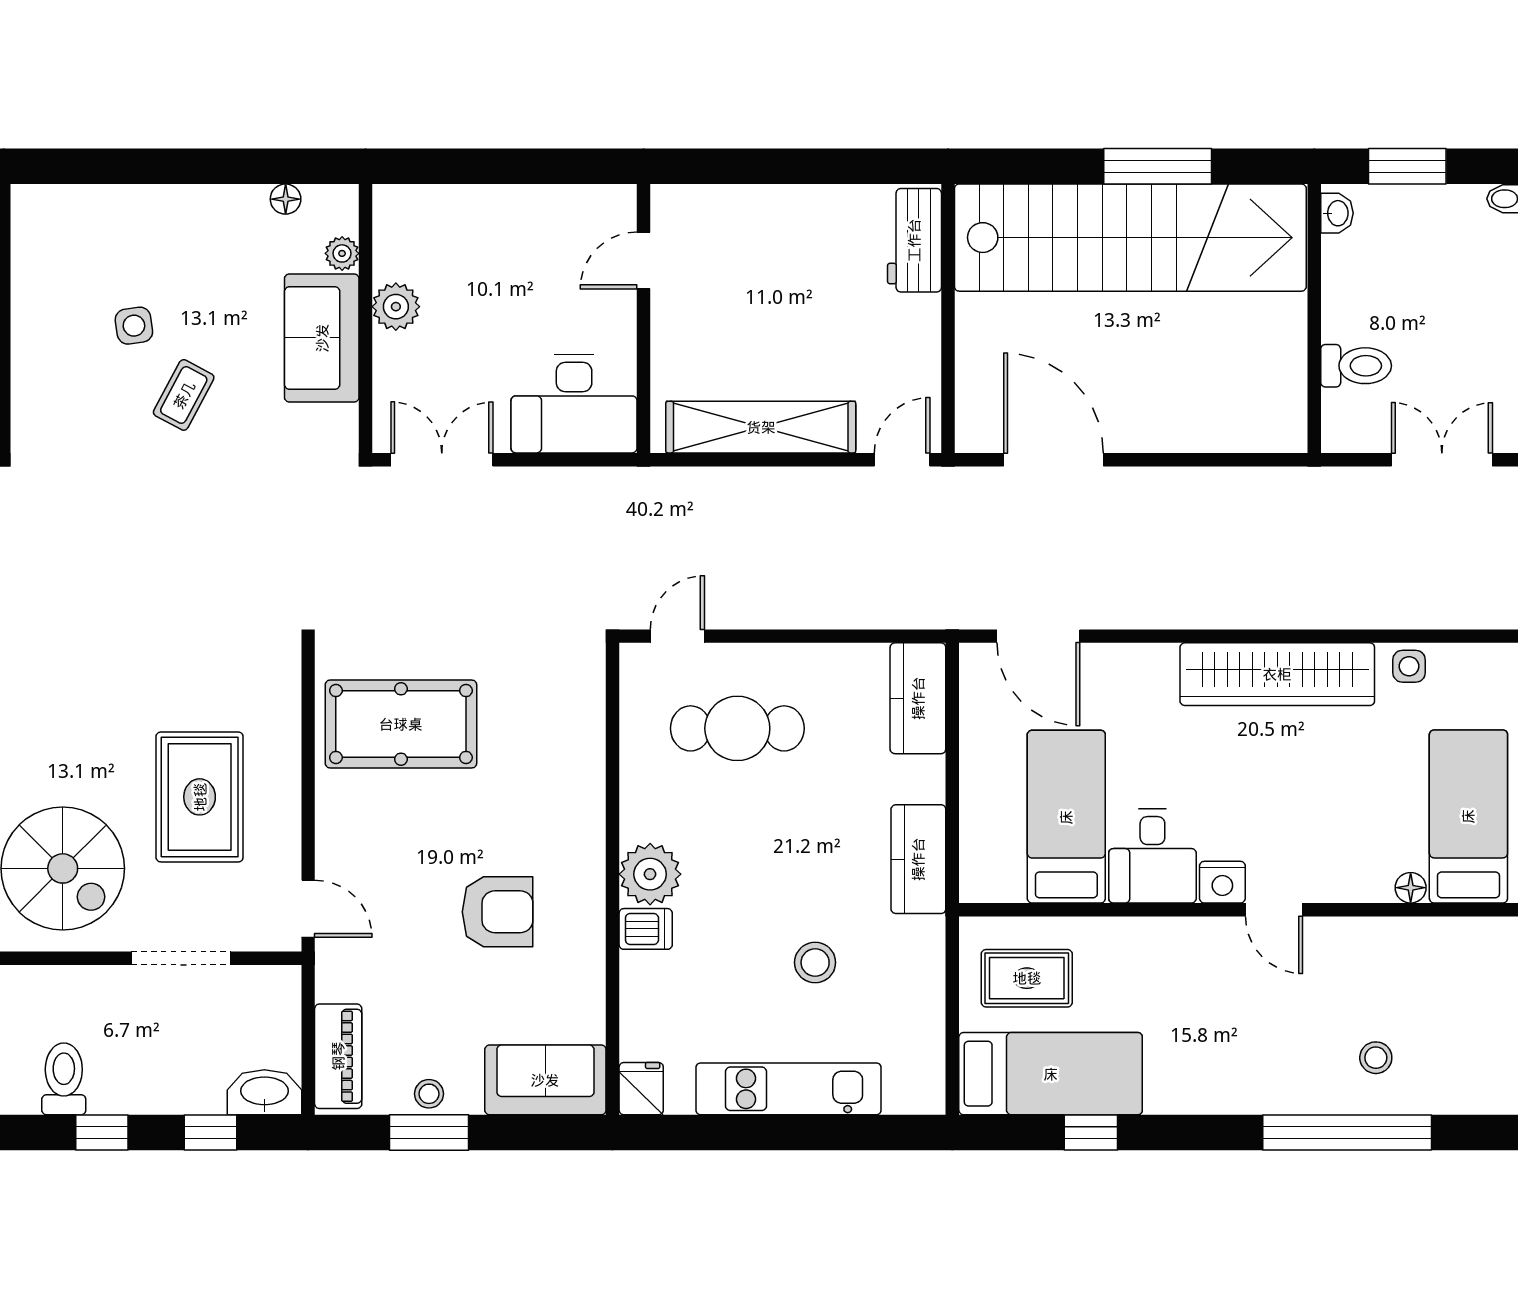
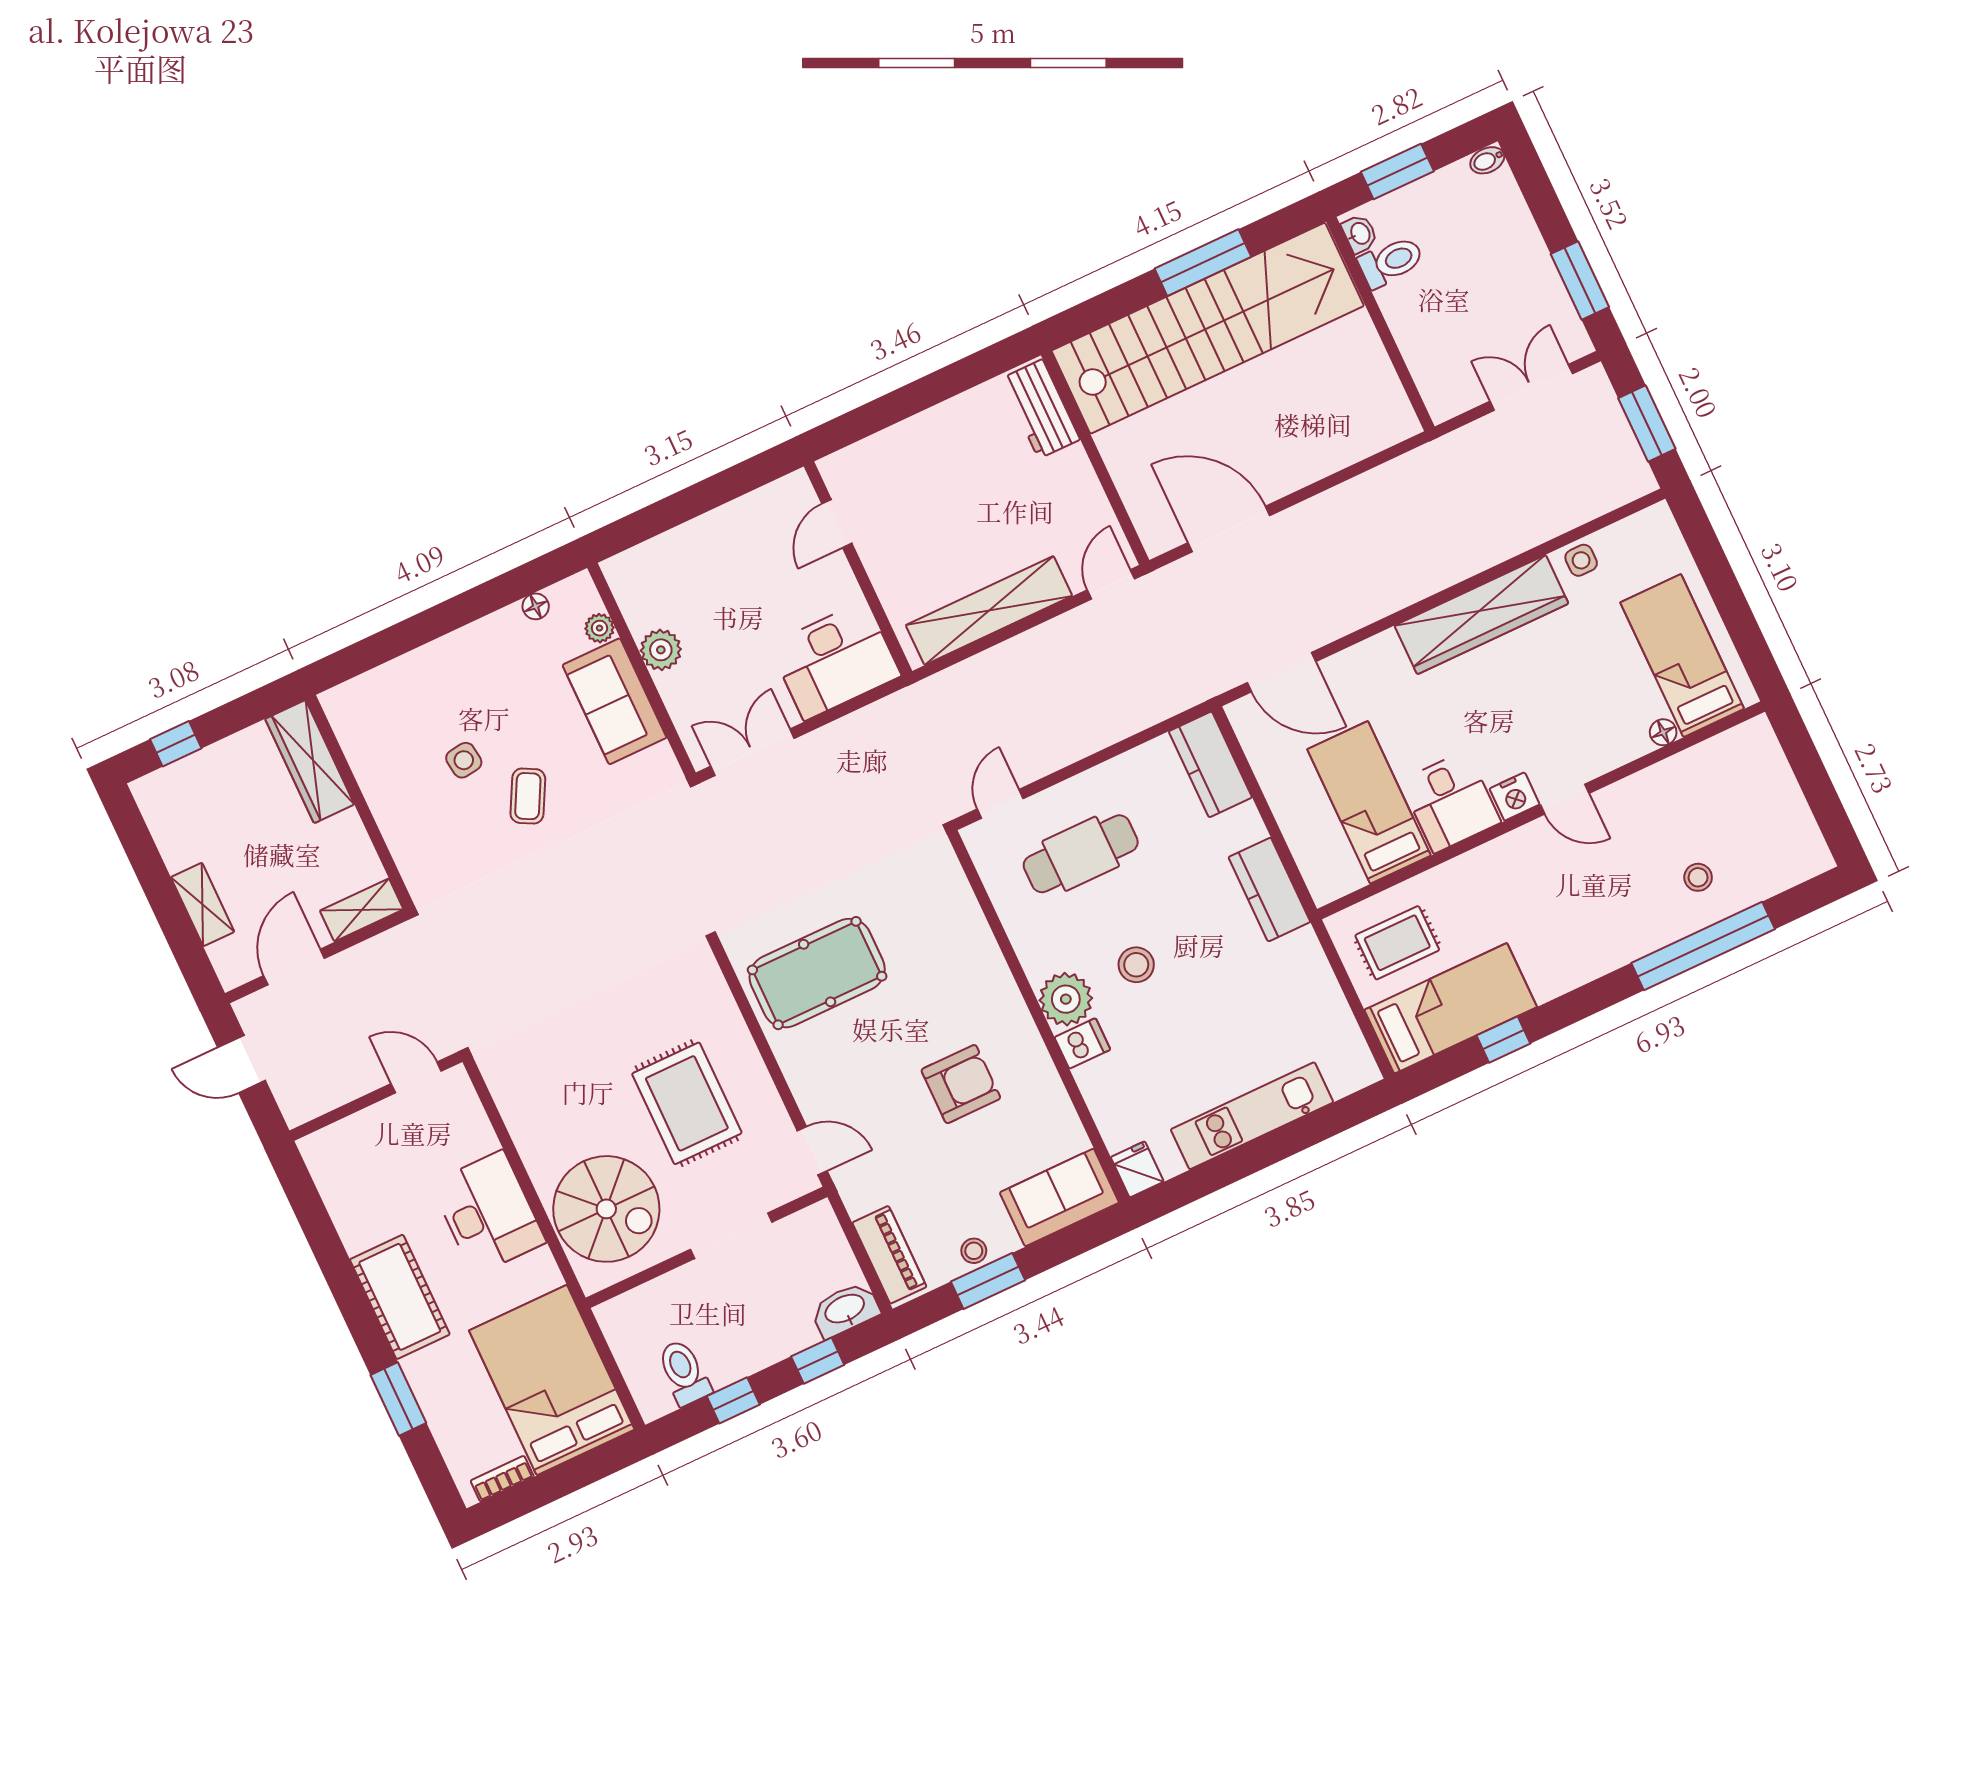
toilet: (1356, 366) -> (1391, 262), moved
stool: (815, 962) -> (1136, 965), moved

